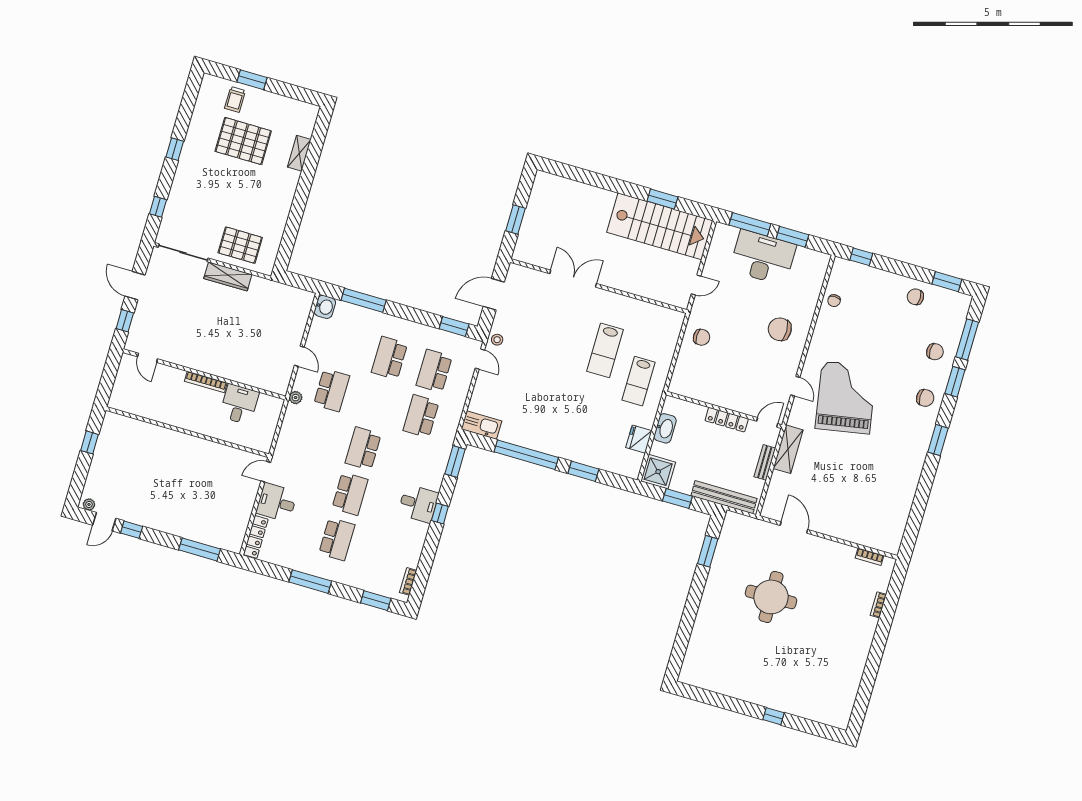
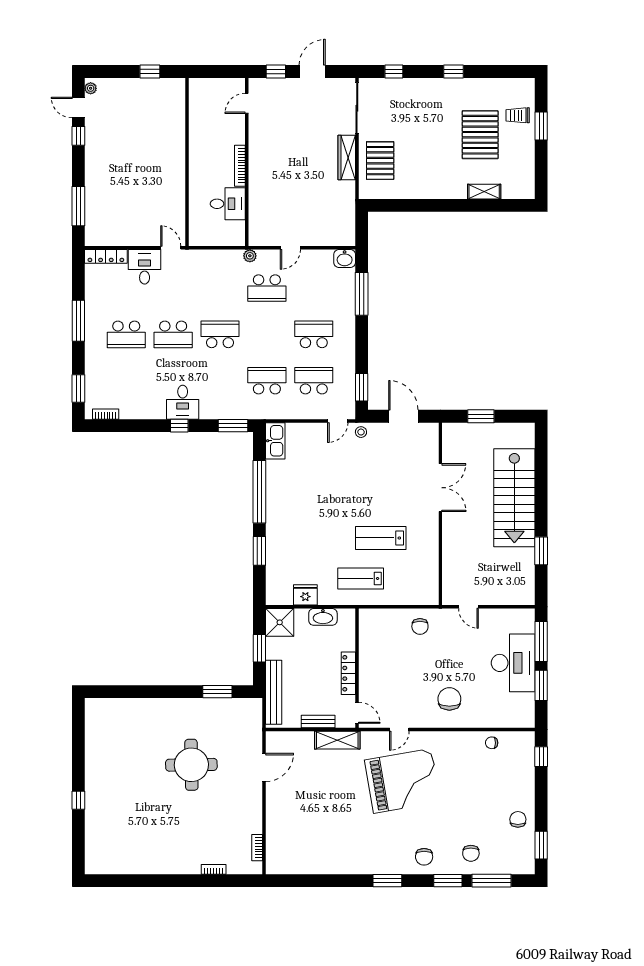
stairs: (660, 226) -> (514, 498), moved

